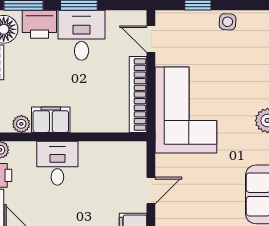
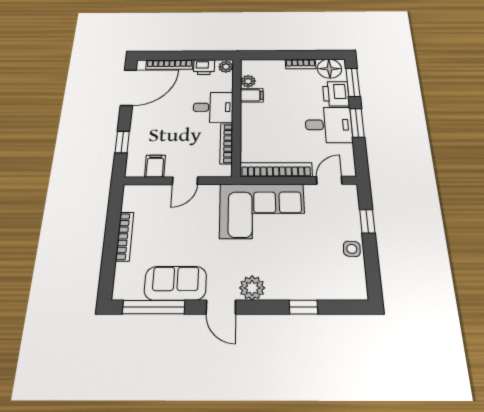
filing cabinet: (51, 120) -> (252, 95), width x0.50
bookcase: (105, 148) -> (226, 144), added
door: (151, 191) -> (185, 181), hinge flipped

